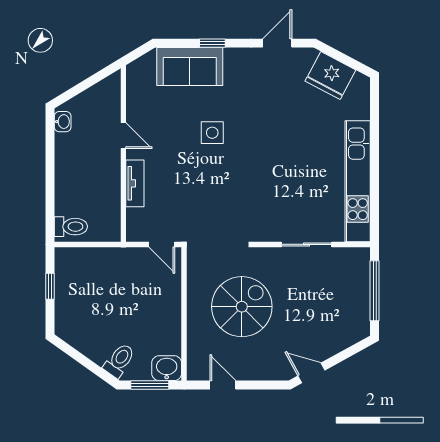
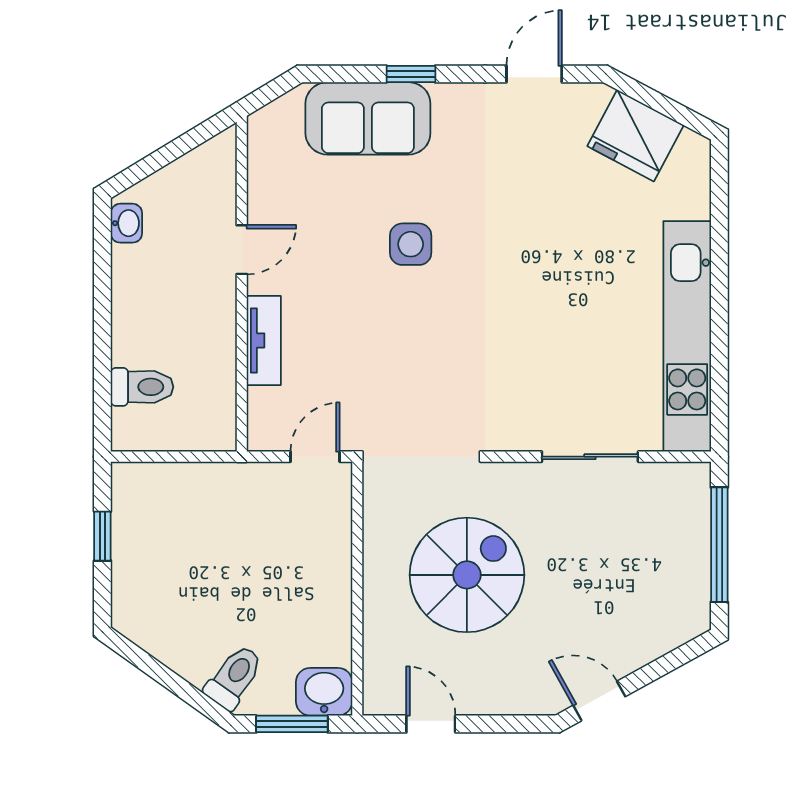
door: (123, 136) -> (242, 250), hinge flipped
toilet: (71, 227) -> (142, 387), moved
door: (162, 244) -> (315, 457), swing flipped

